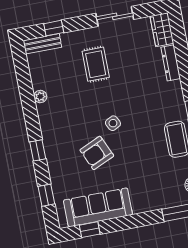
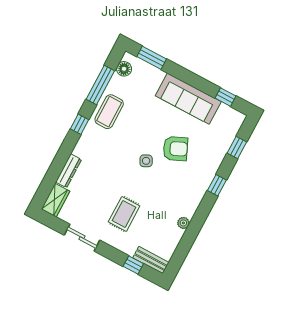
sofa: (98, 207) -> (188, 99), moved

